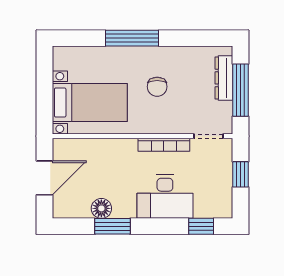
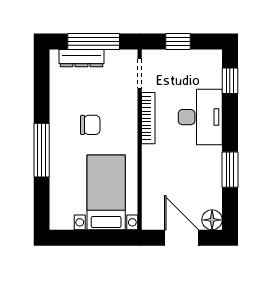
floor lamp: (101, 208) -> (212, 220), moved

